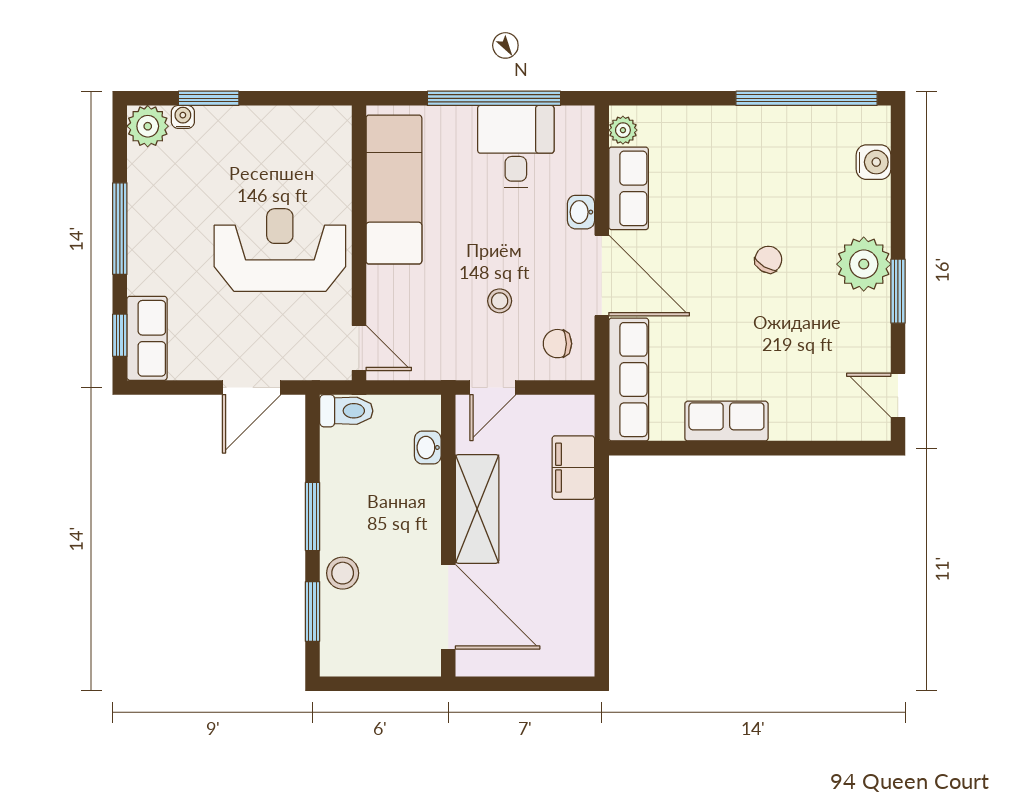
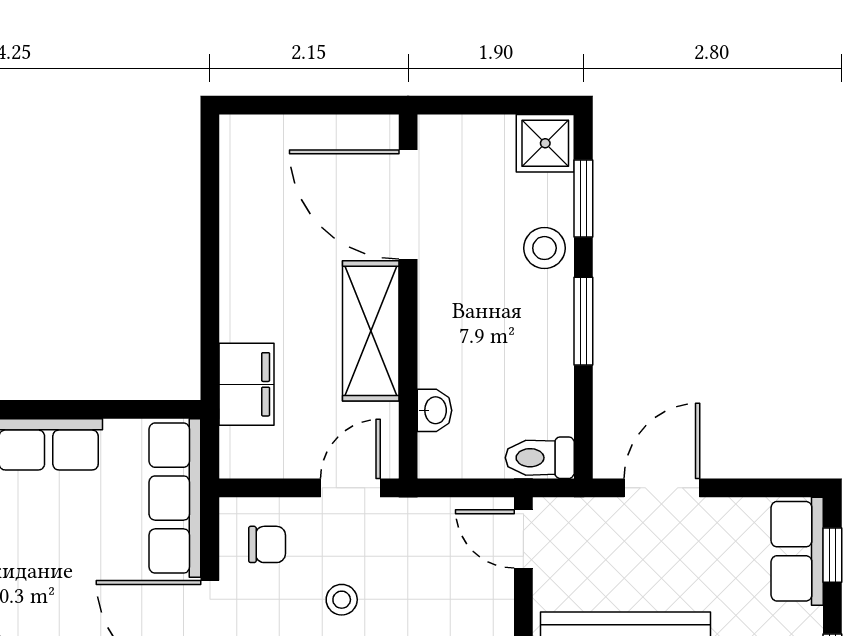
shower: (342, 654) -> (545, 143), added

